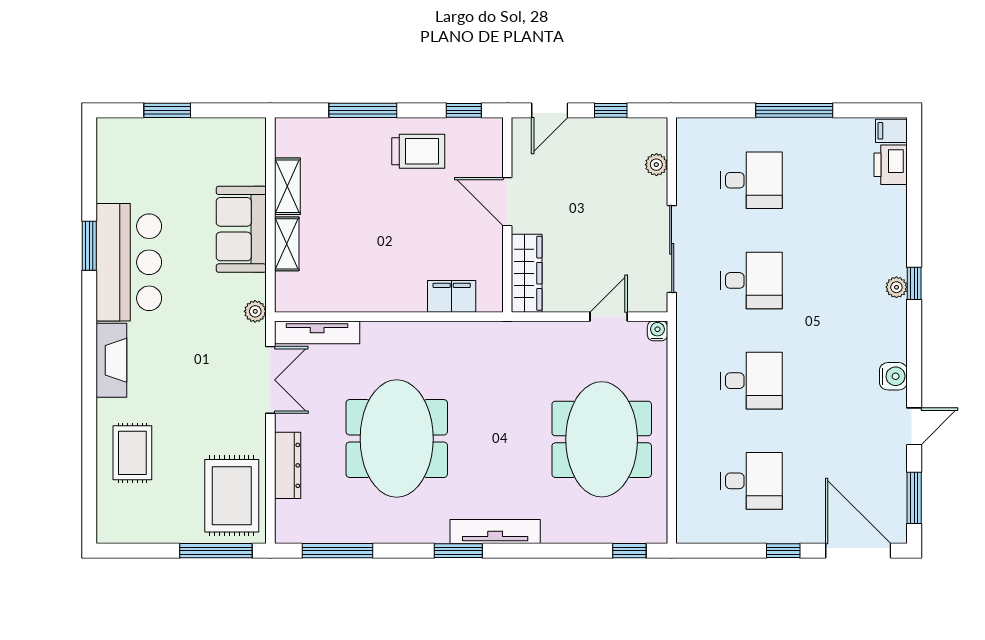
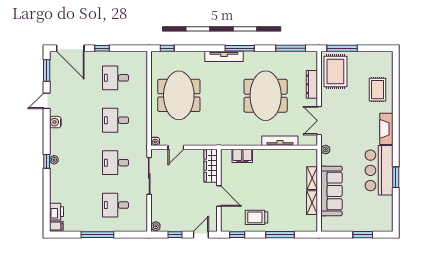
plant: (656, 165) -> (156, 226), moved
sofa: (241, 229) -> (331, 191), width x1.36
tv unit: (317, 332) -> (280, 141), moved
window: (458, 551) -> (240, 48), width x1.44

